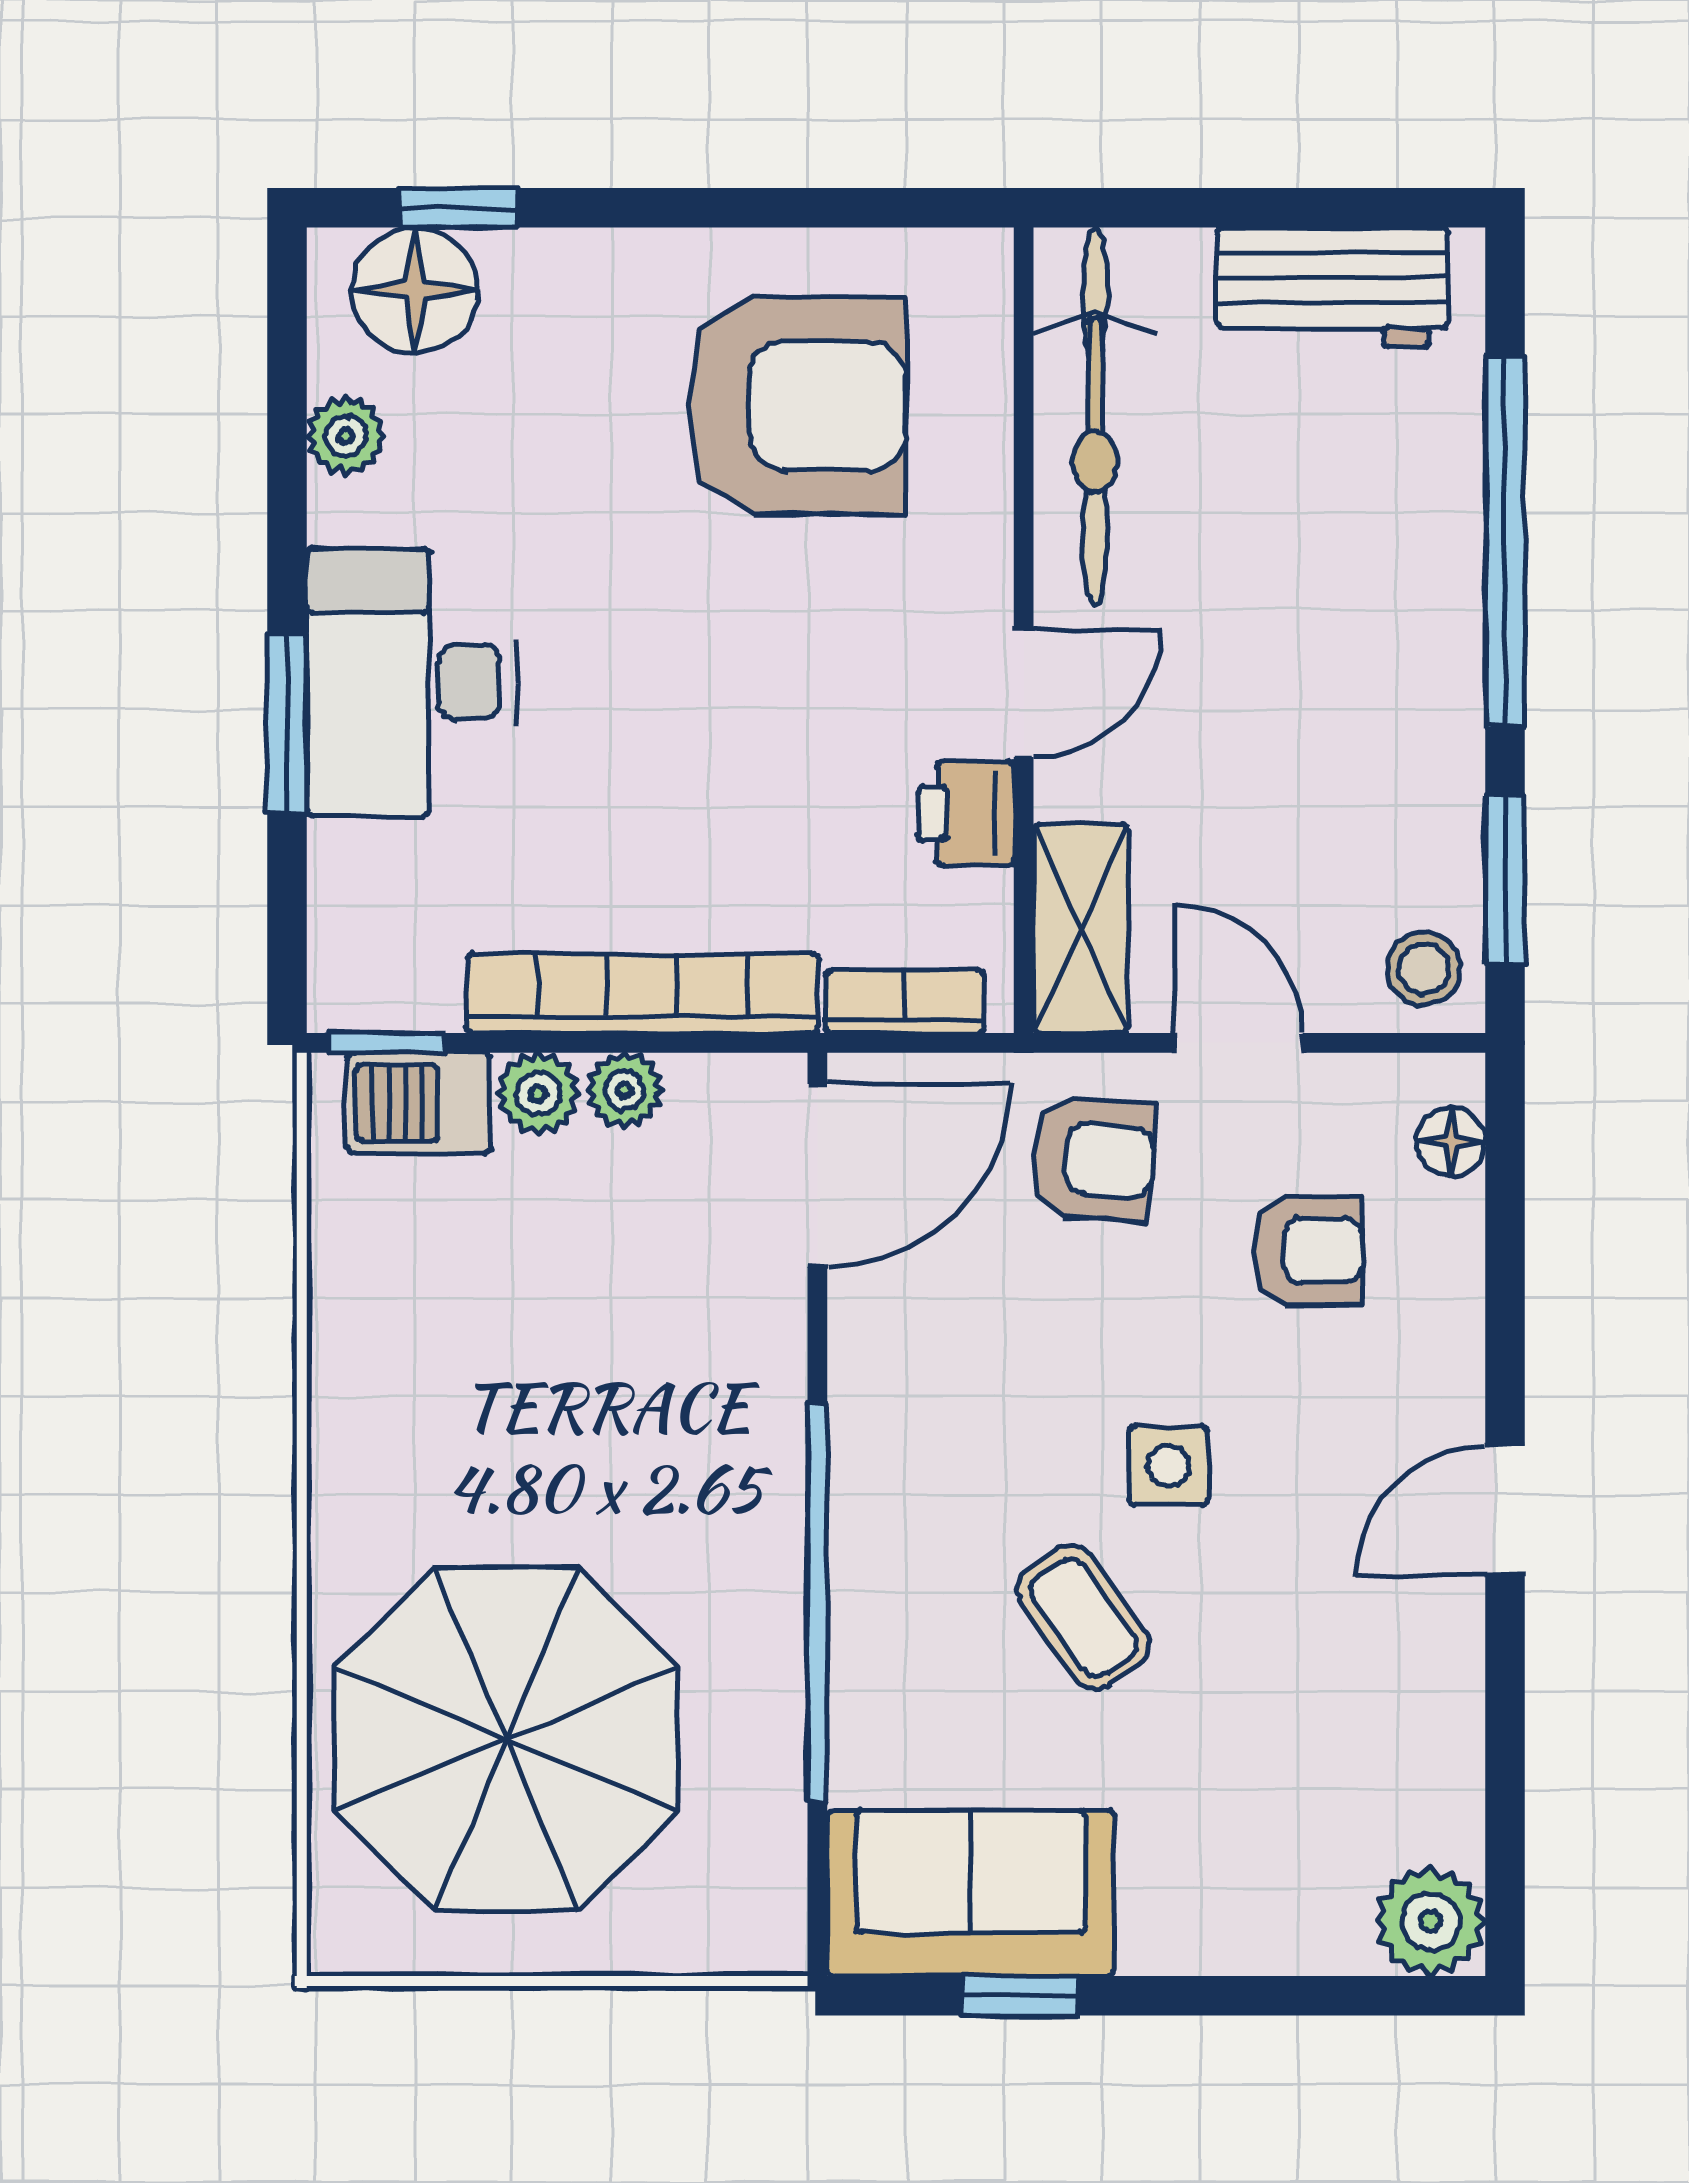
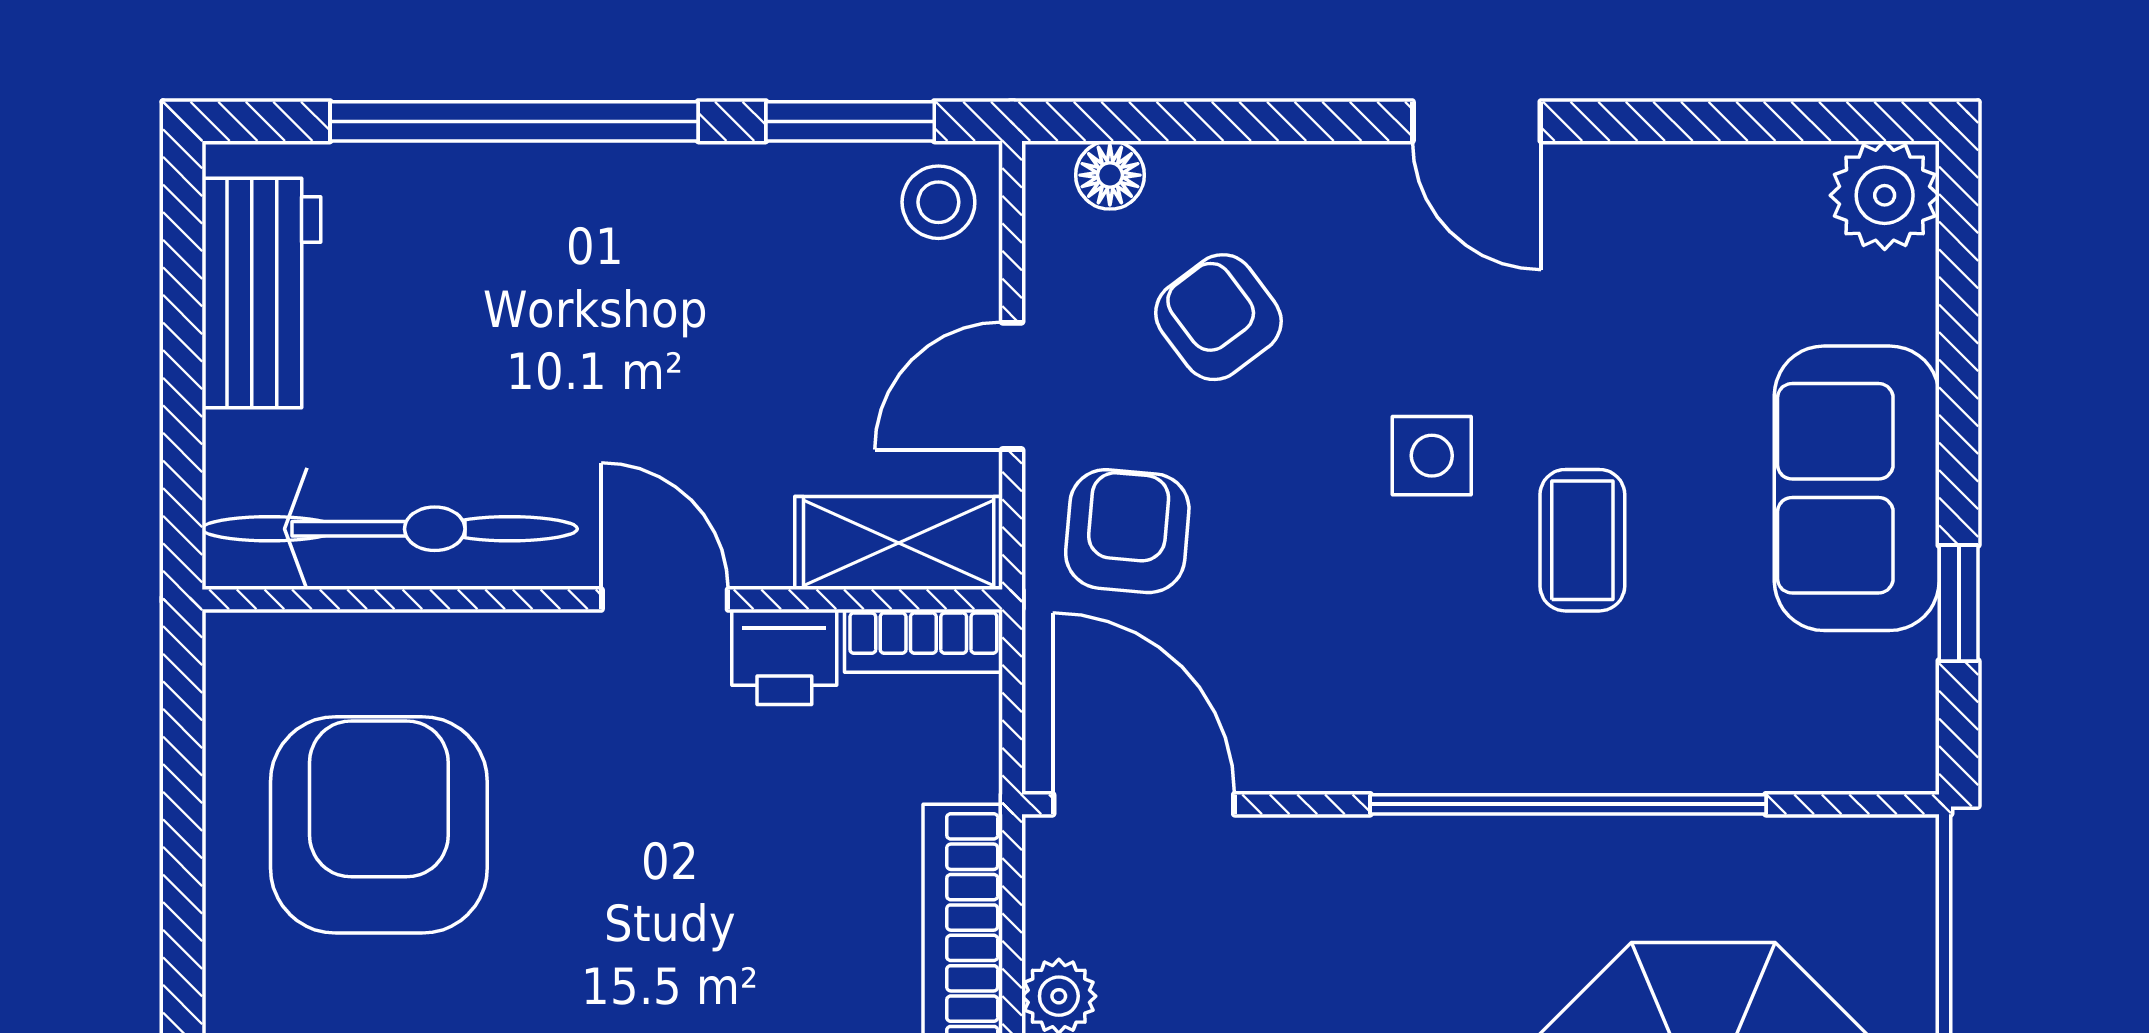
bookcase: (905, 1001) -> (923, 641), moved, turned -90
armchair: (1308, 1251) -> (1218, 317), turned -37
coffee table: (1083, 1617) -> (1582, 540), turned -54
sofa: (971, 1893) -> (1857, 488), moved

